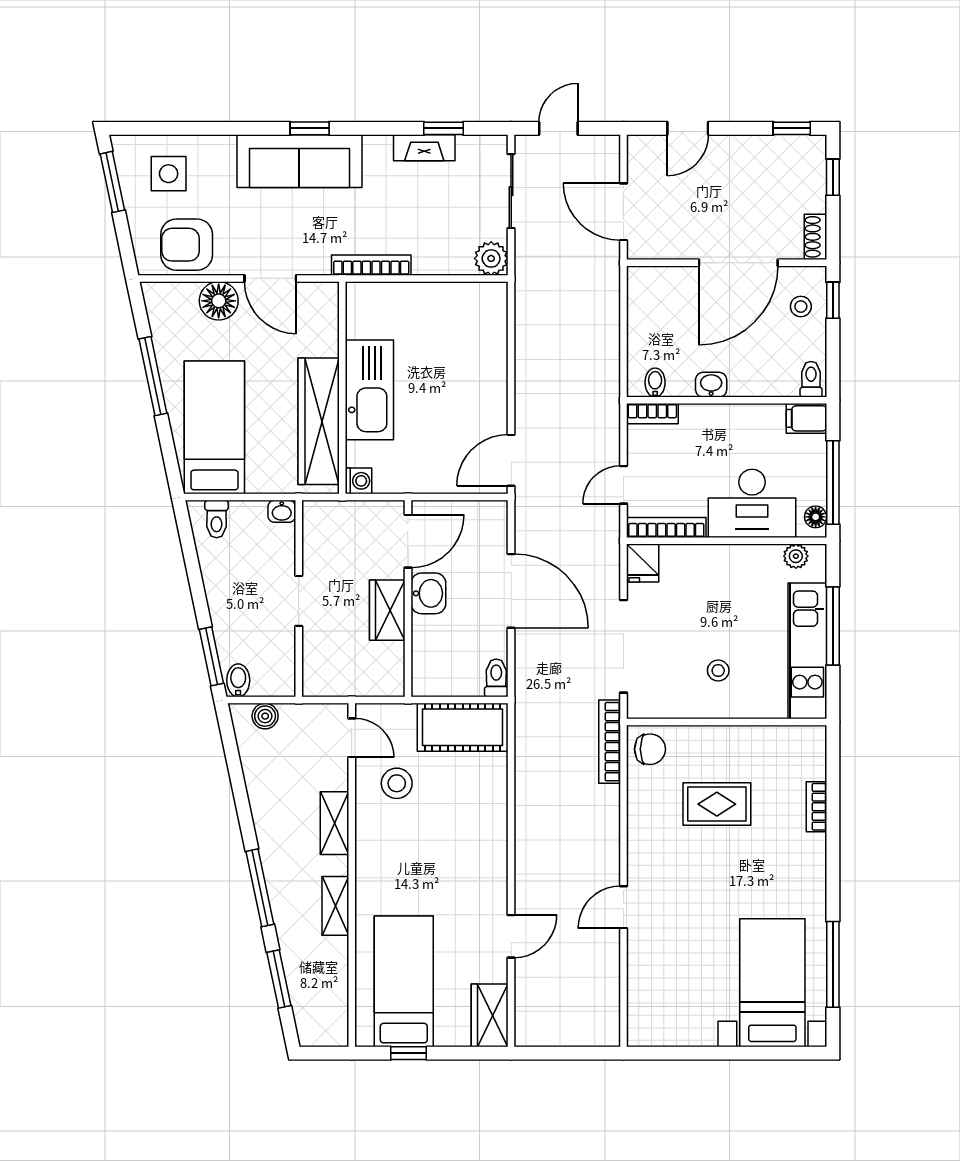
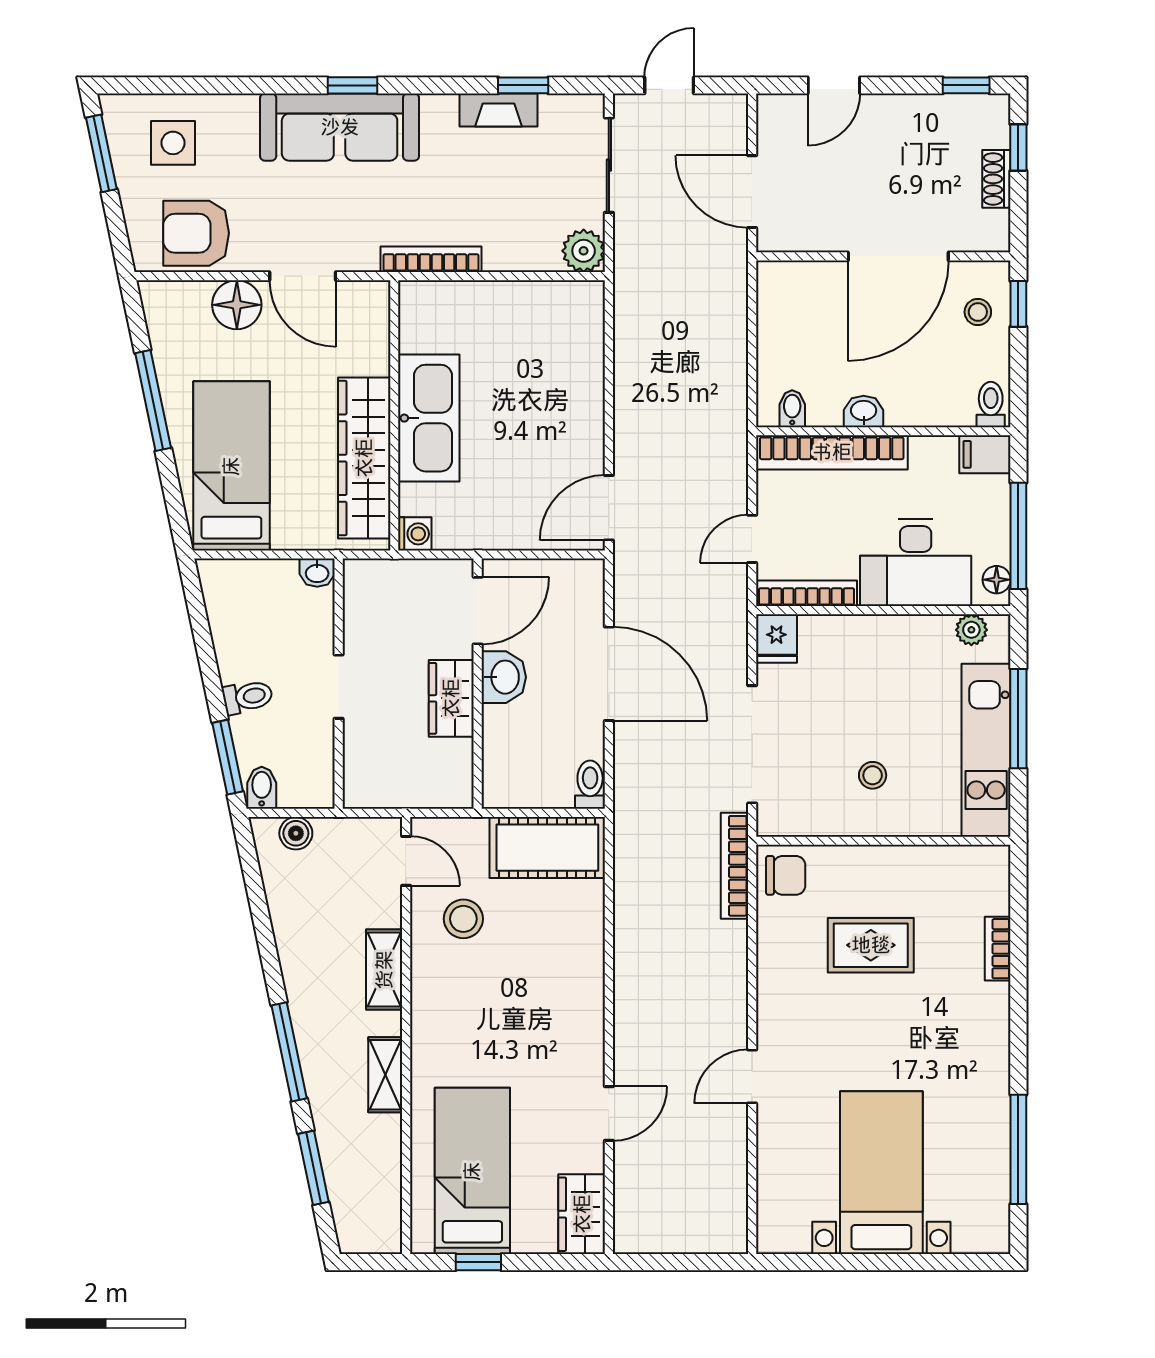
shoe rack: (815, 237) -> (996, 179), moved
bookcase: (652, 414) -> (832, 452), width x2.31, depth x1.31
toilet: (217, 519) -> (248, 697), moved, turned -102
bed with nightstands: (772, 983) -> (881, 1173), moved

